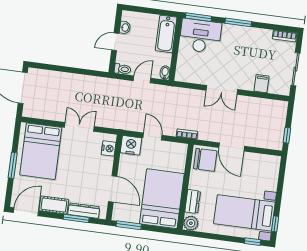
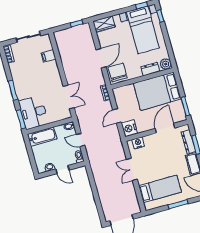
double door: (222, 90) -> (69, 97), moved
bed: (41, 151) -> (160, 189), width x0.67
wardrobe: (272, 168) -> (104, 24), added

